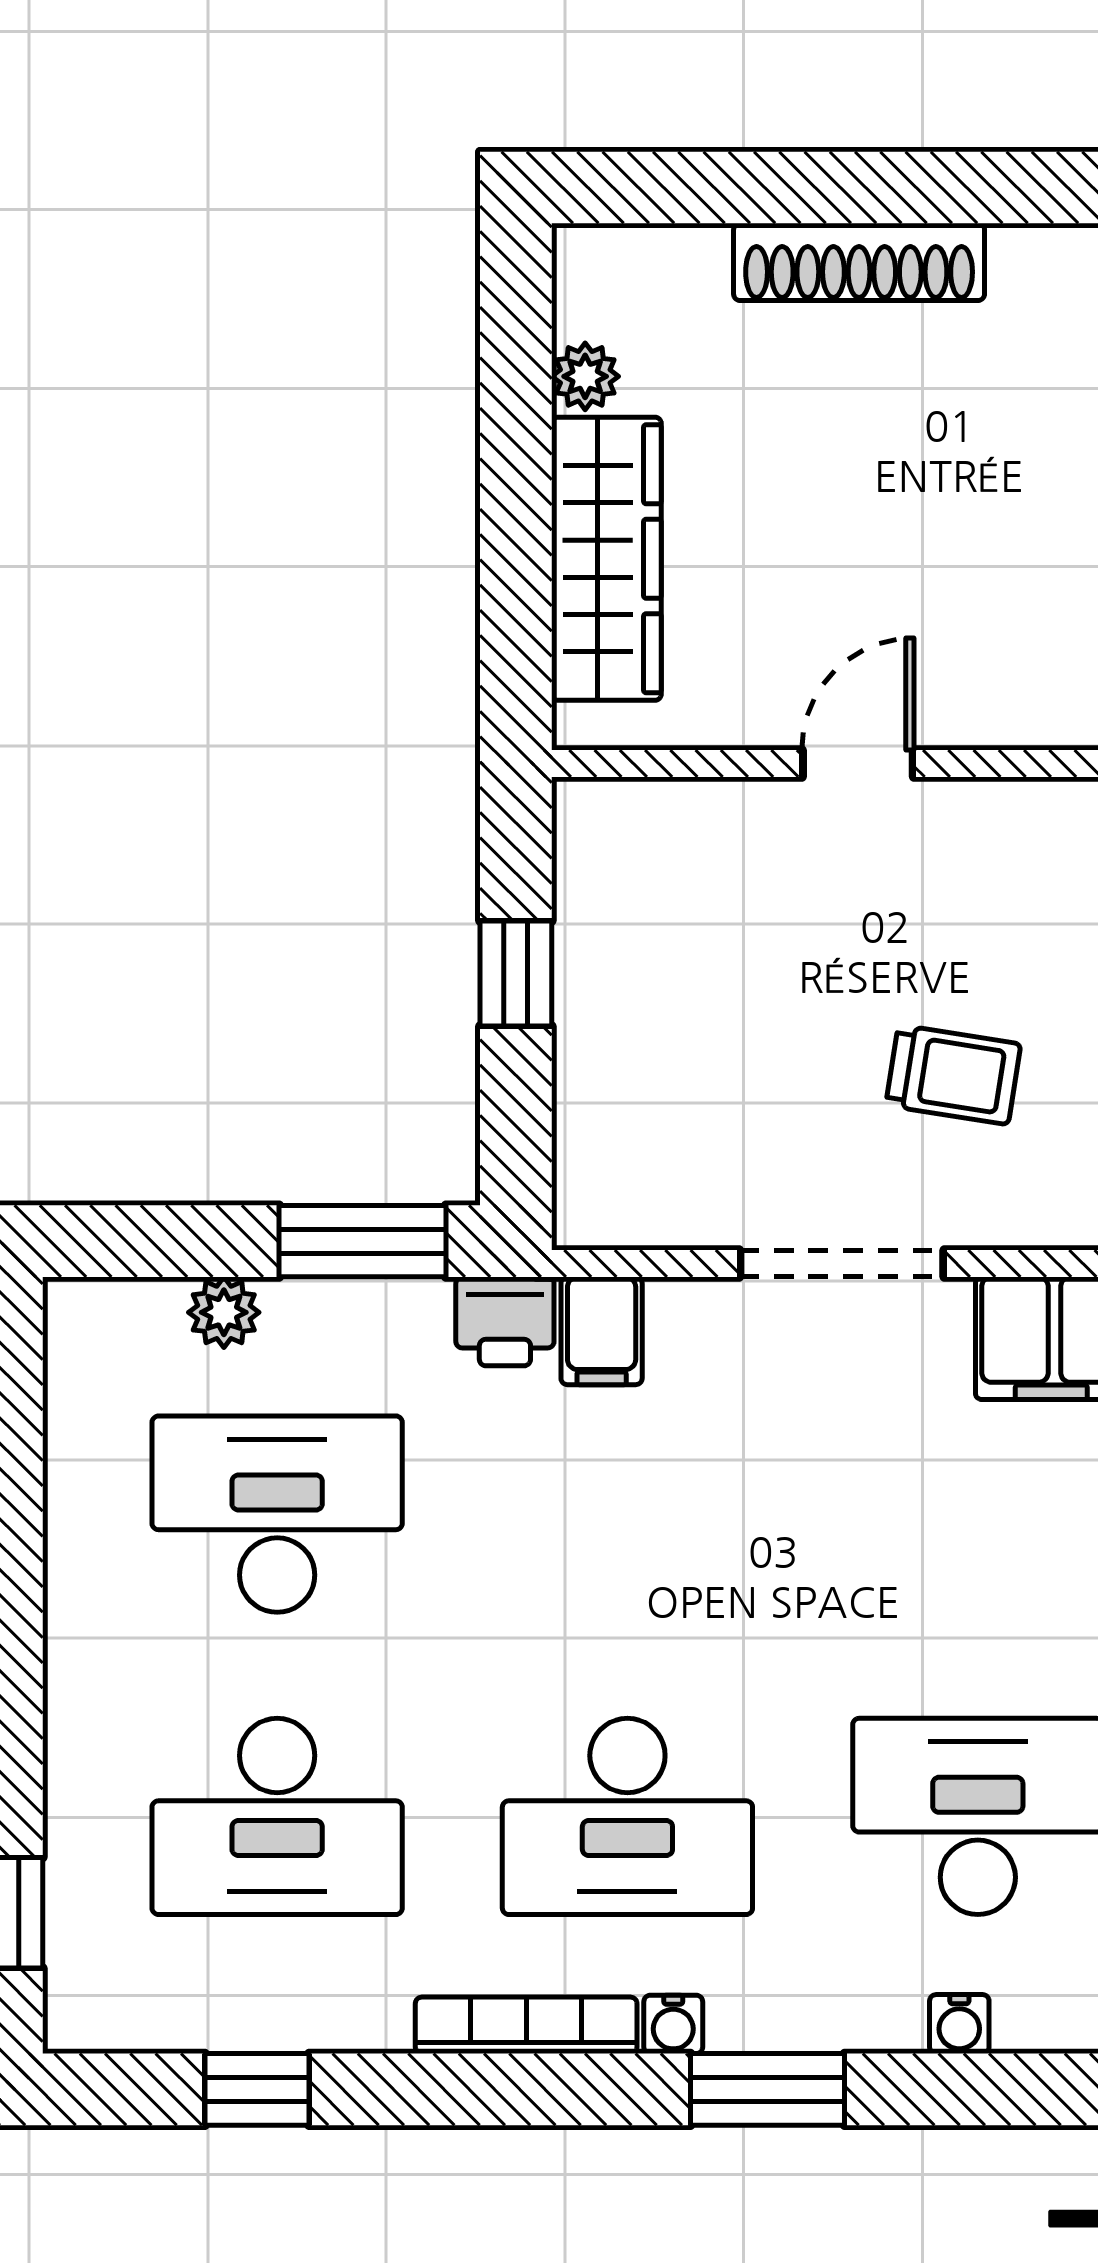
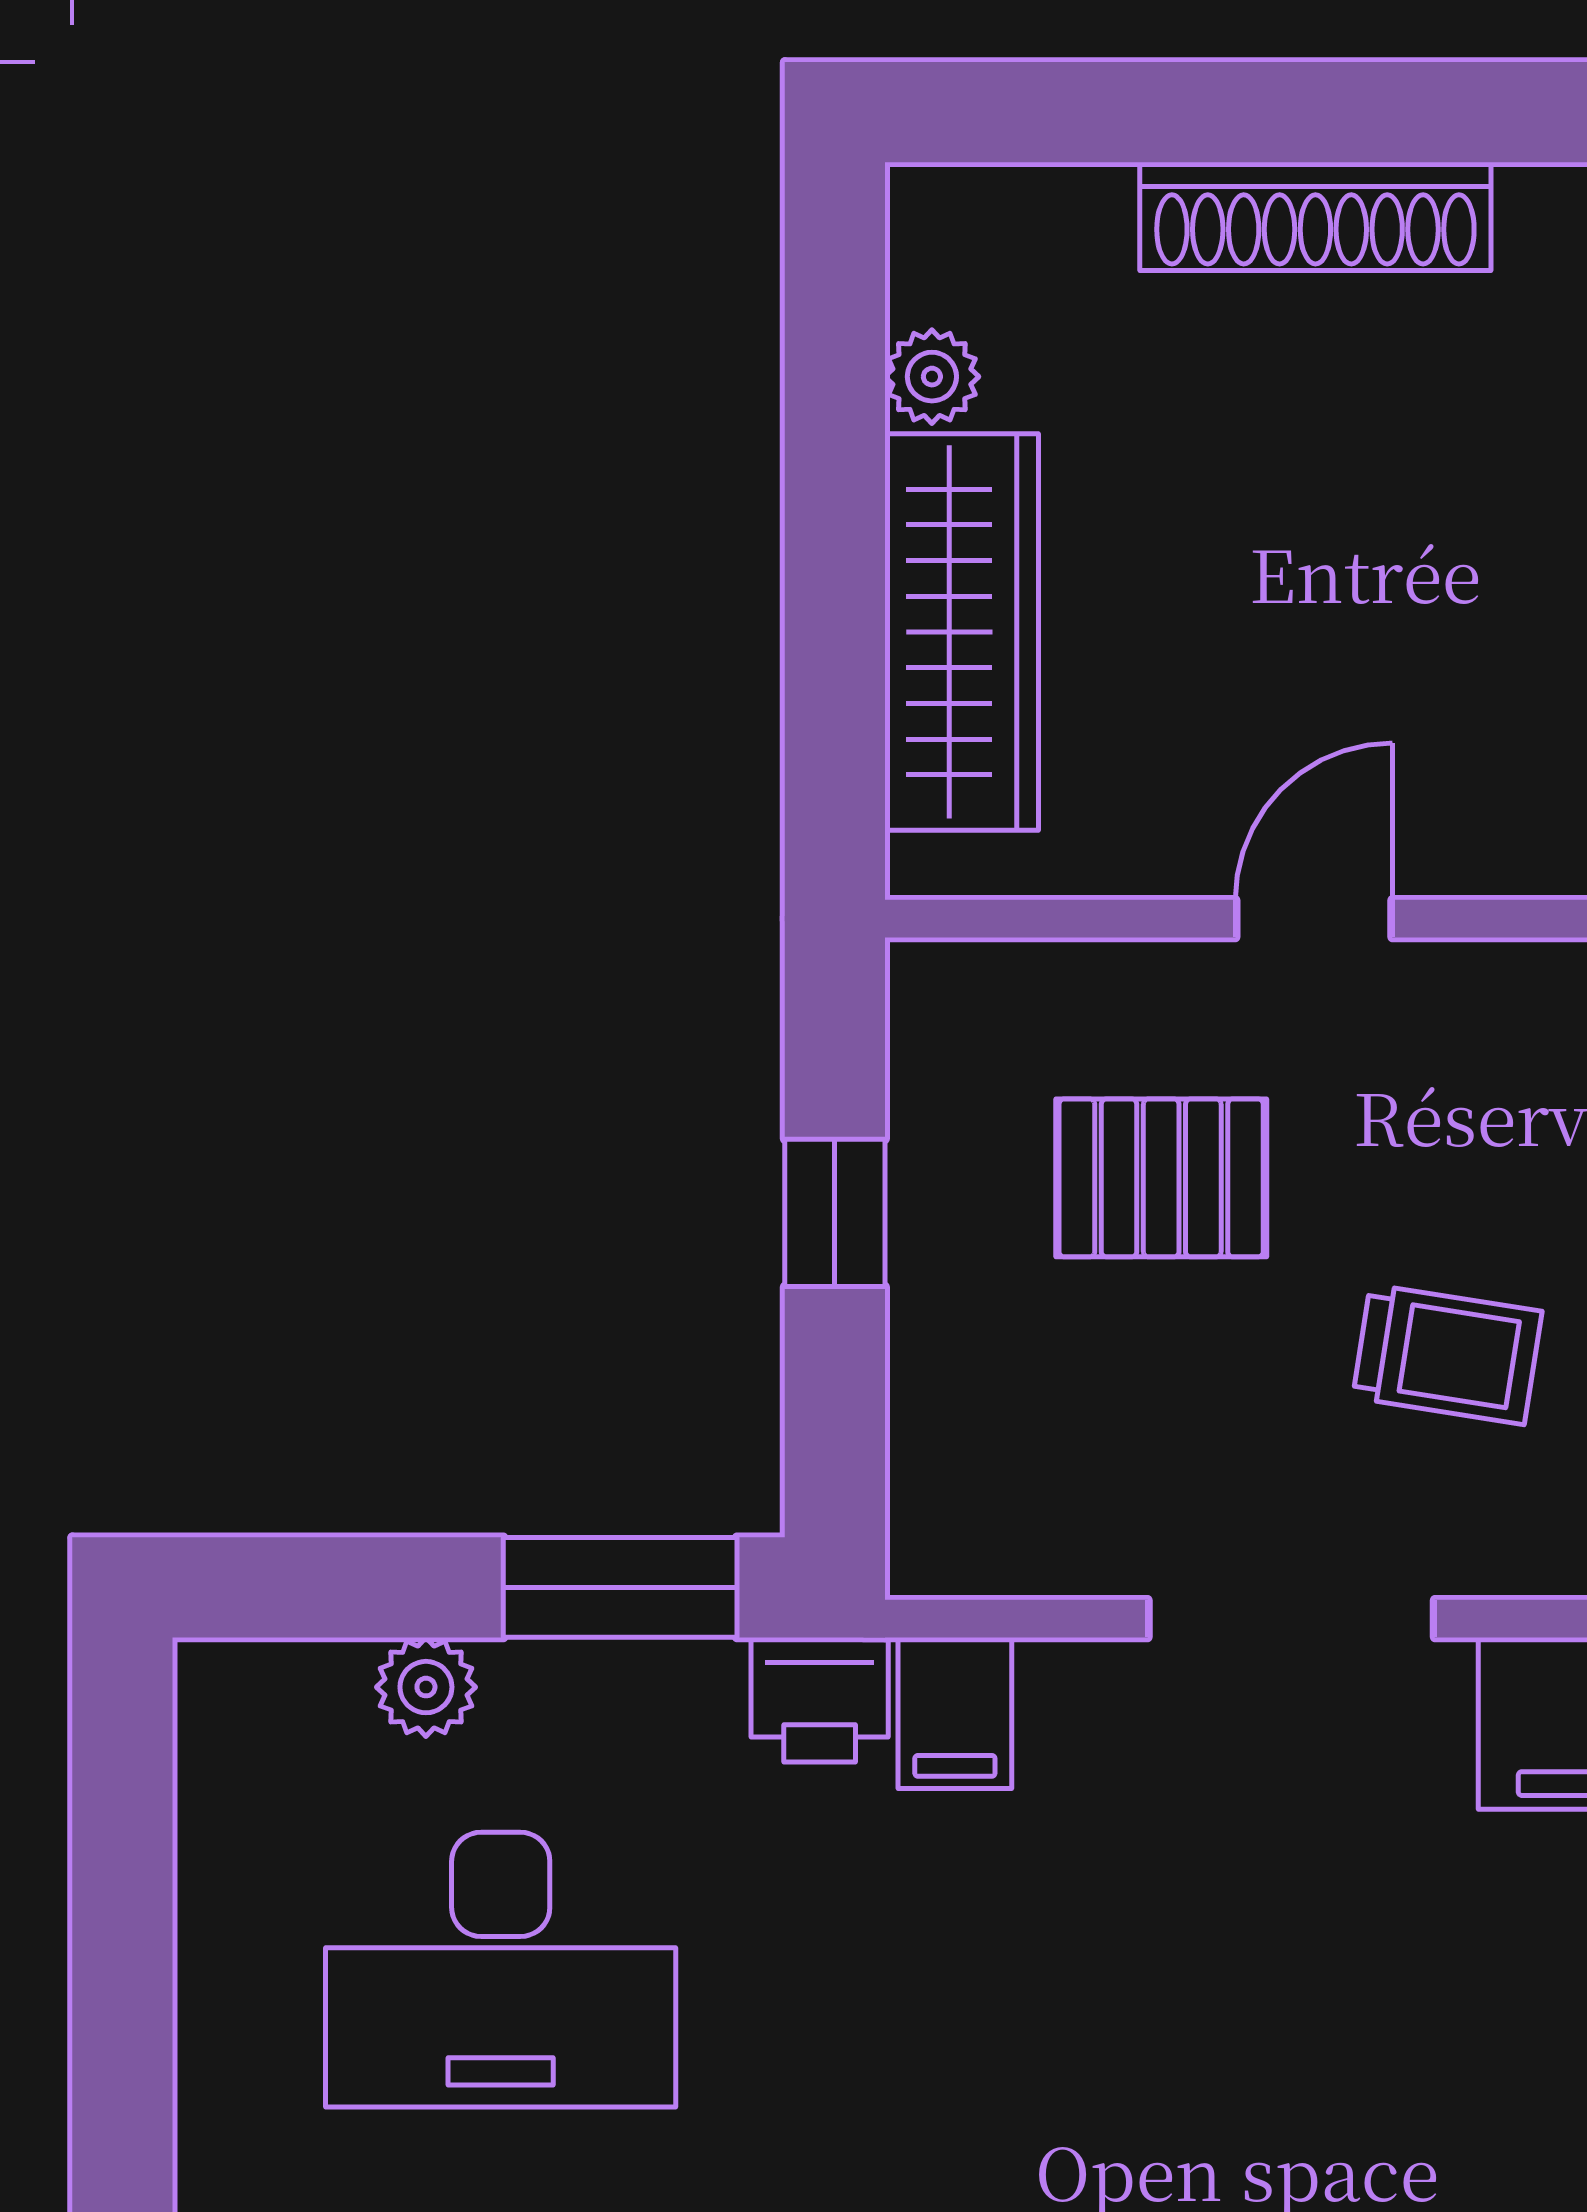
pallet: (749, 949) -> (1161, 1178), added
desk: (277, 1514) -> (501, 1970), turned 180

